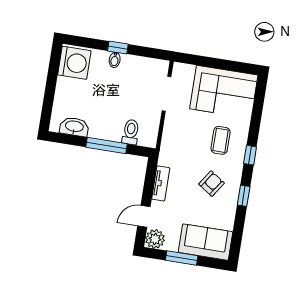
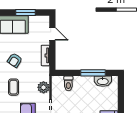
window: (106, 146) -> (93, 73), moved
door: (144, 216) -> (52, 34), hinge flipped
plant: (155, 239) -> (43, 87), moved

